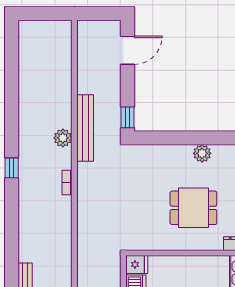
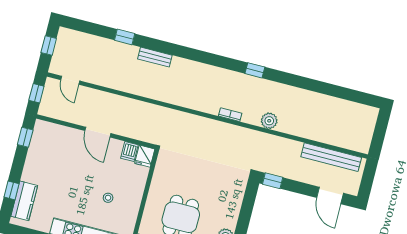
bench: (85, 128) -> (331, 157), moved

